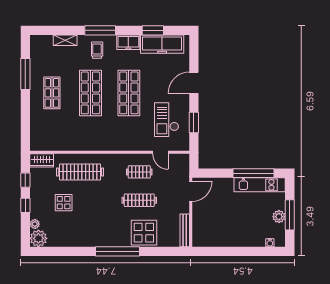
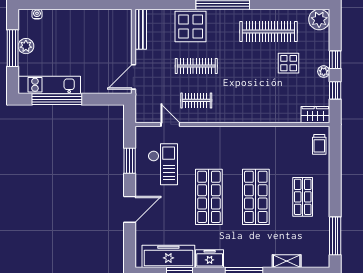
trolley: (97, 50) -> (319, 144), moved
window: (25, 74) -> (335, 236), moved
clothes rail: (80, 172) -> (268, 31), moved
plant: (35, 224) -> (324, 72), moved

